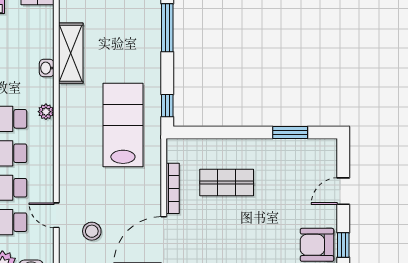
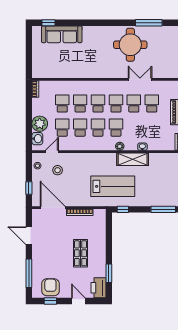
shelving: (71, 53) -> (133, 159), moved
printer: (318, 153) -> (98, 288), added
shop shelf: (227, 183) -> (80, 253), moved
door: (56, 215) -> (52, 152), moved

